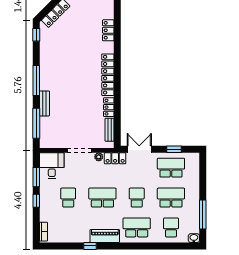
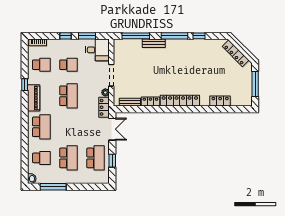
window: (36, 35) -> (199, 36), moved
school desk: (137, 198) -> (41, 65), moved

